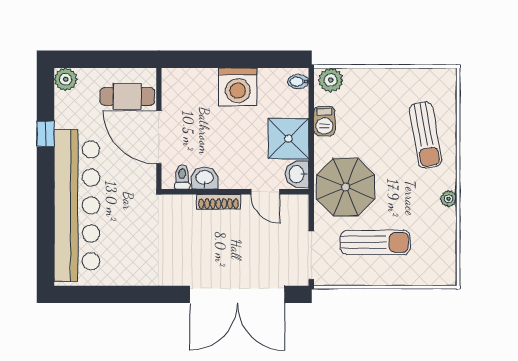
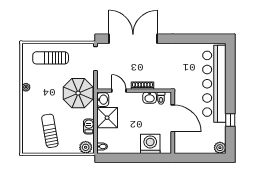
washing machine: (238, 87) -> (150, 144), moved
cafe table: (127, 96) -> (189, 139), removed
sun lounger: (426, 135) -> (50, 131), moved
sun lounger: (375, 242) -> (51, 58), moved

